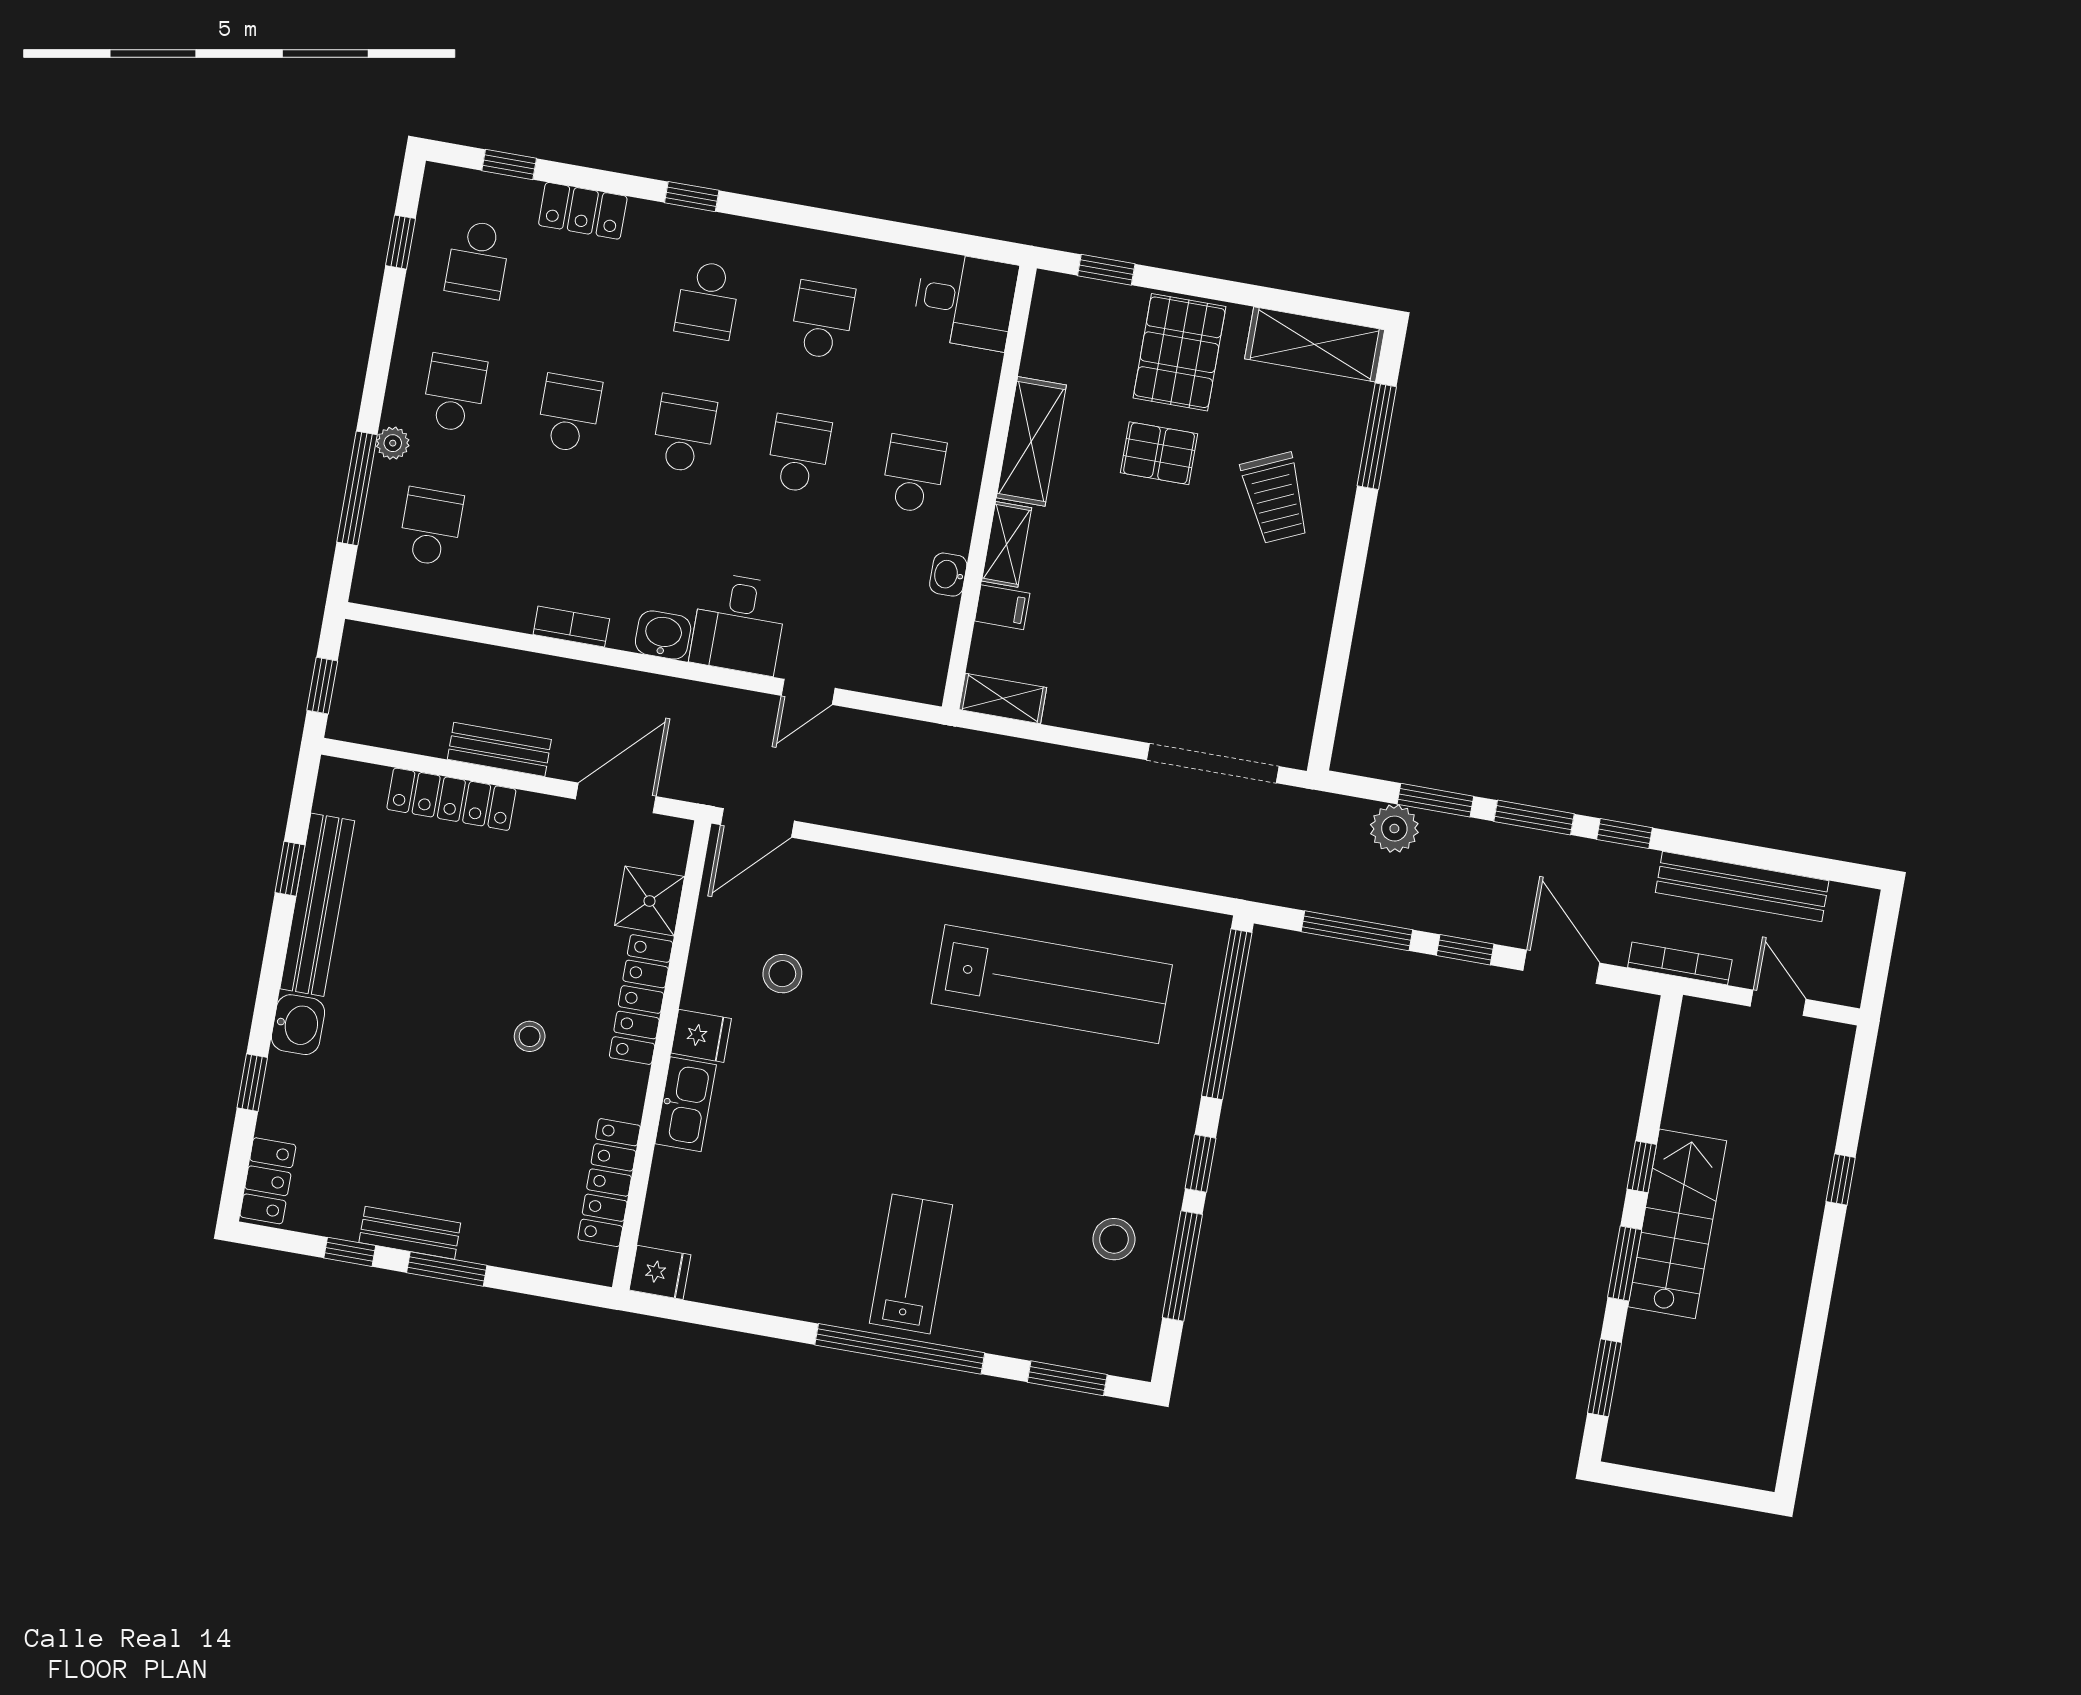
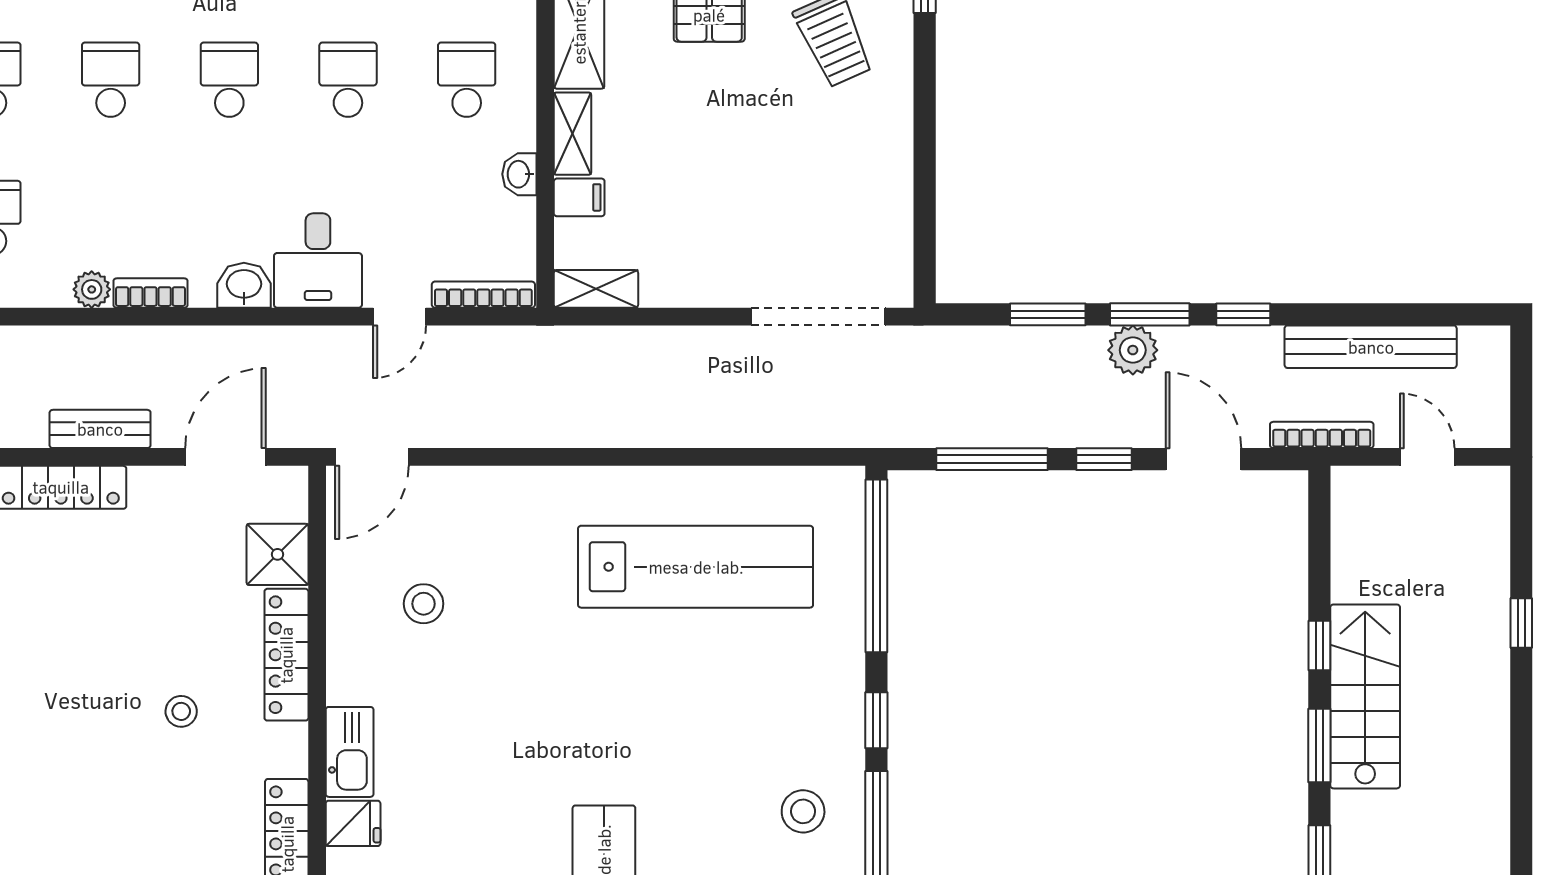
plant: (515, 613) -> (92, 289), added
bookcase: (893, 685) -> (483, 295), added
plant: (1394, 829) -> (1133, 350), moved
fridge: (701, 1036) -> (353, 823), moved

